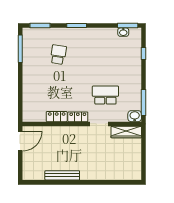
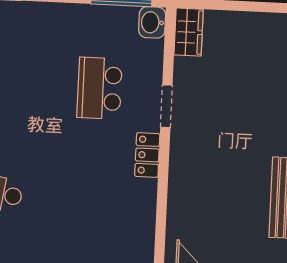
locker: (57, 117) -> (144, 204), removed
wardrobe: (126, 132) -> (189, 32), width x0.67

